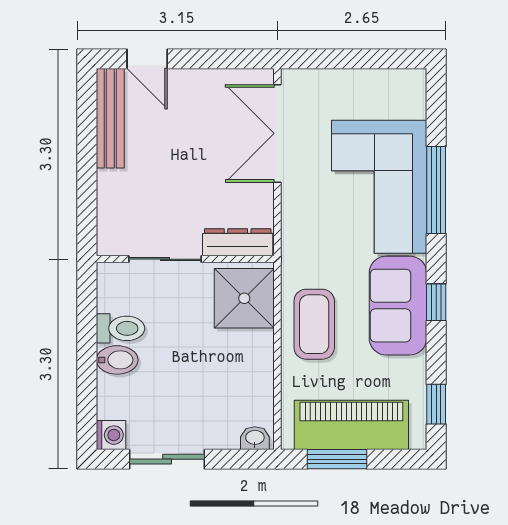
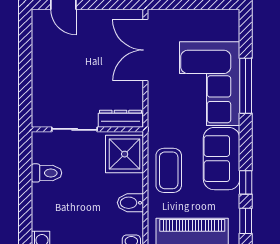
bench: (110, 118) -> (40, 41), removed
window: (436, 302) -> (246, 182), moved
bidet: (117, 360) -> (130, 203), moved, turned 180

